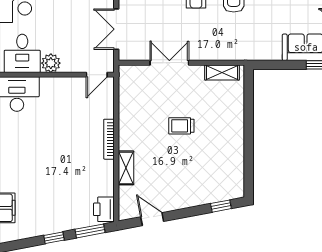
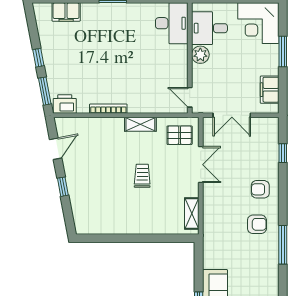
double door: (116, 29) -> (232, 115), swing flipped
pallet: (138, 86) -> (180, 135), added
bookcase: (109, 139) -> (108, 109), moved
shelving: (126, 168) -> (140, 124), moved
window: (221, 206) -> (63, 187), moved

